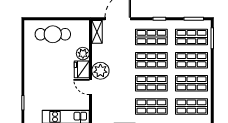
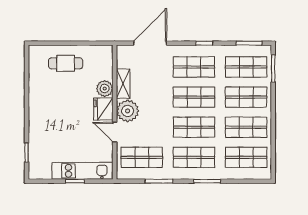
shelving: (97, 32) -> (123, 84), moved
cafe table: (53, 34) -> (66, 63), width x0.73, depth x0.74
shop shelf: (111, 106) -> (142, 157), added

